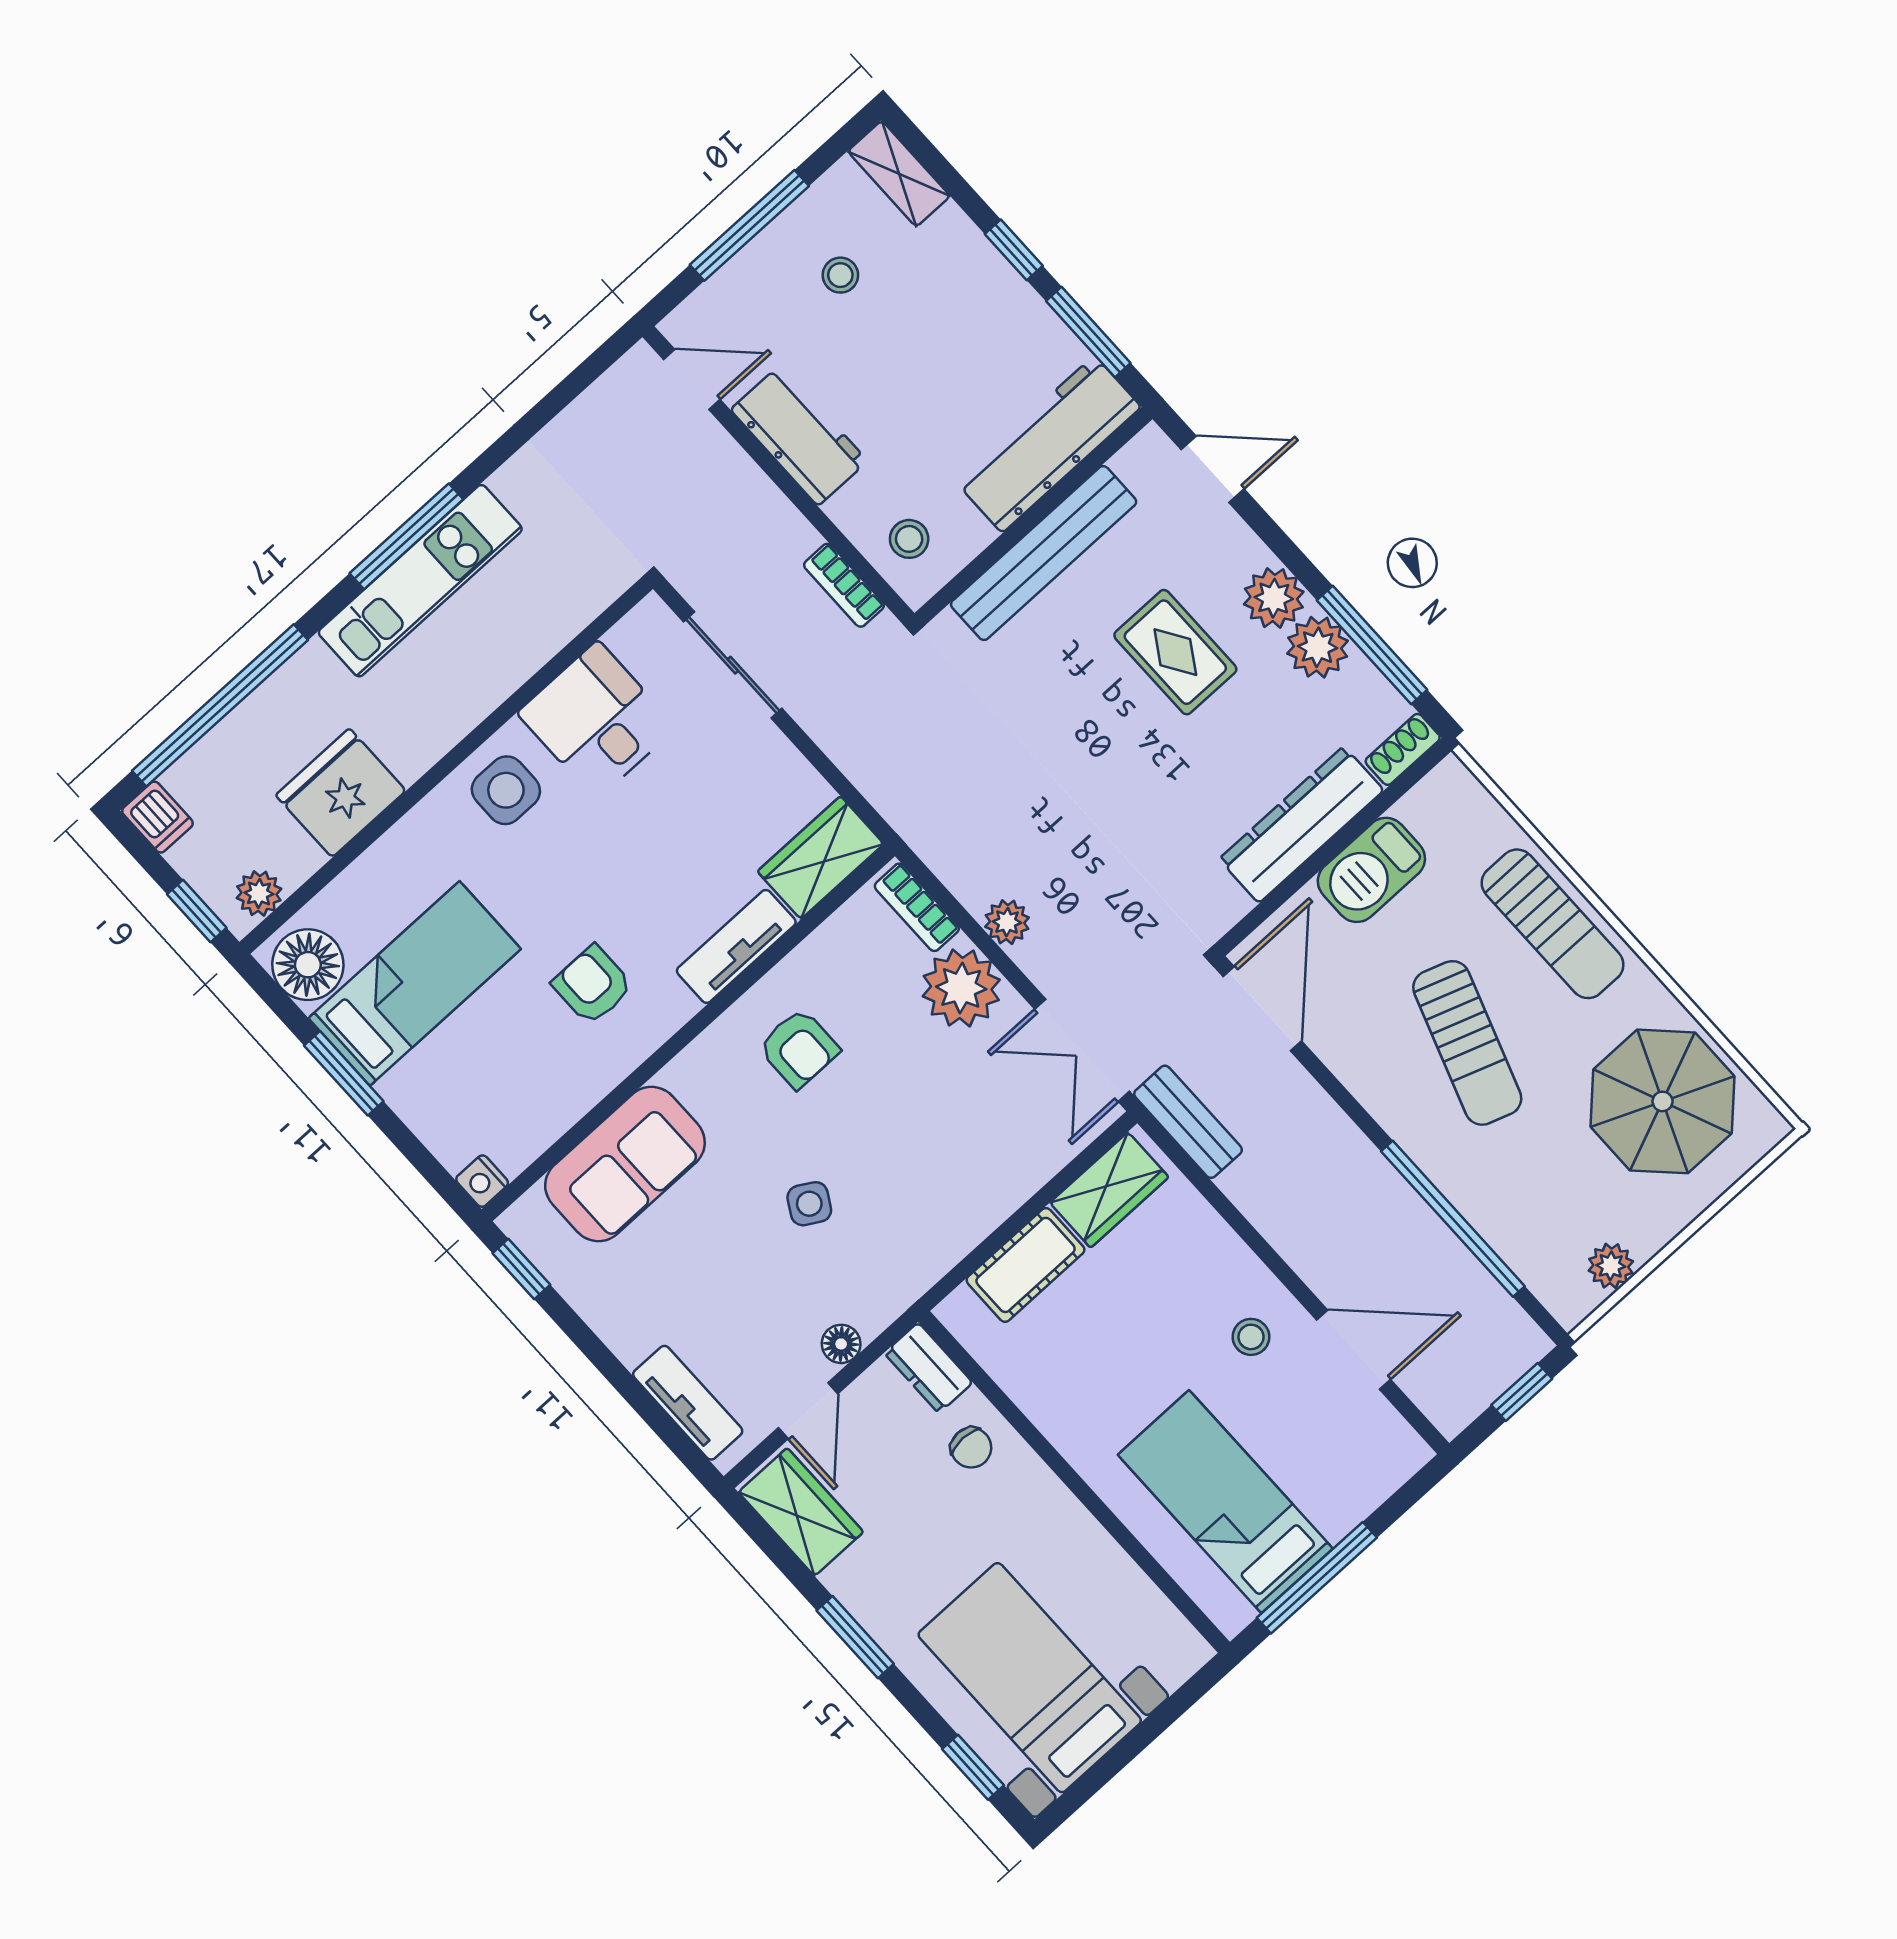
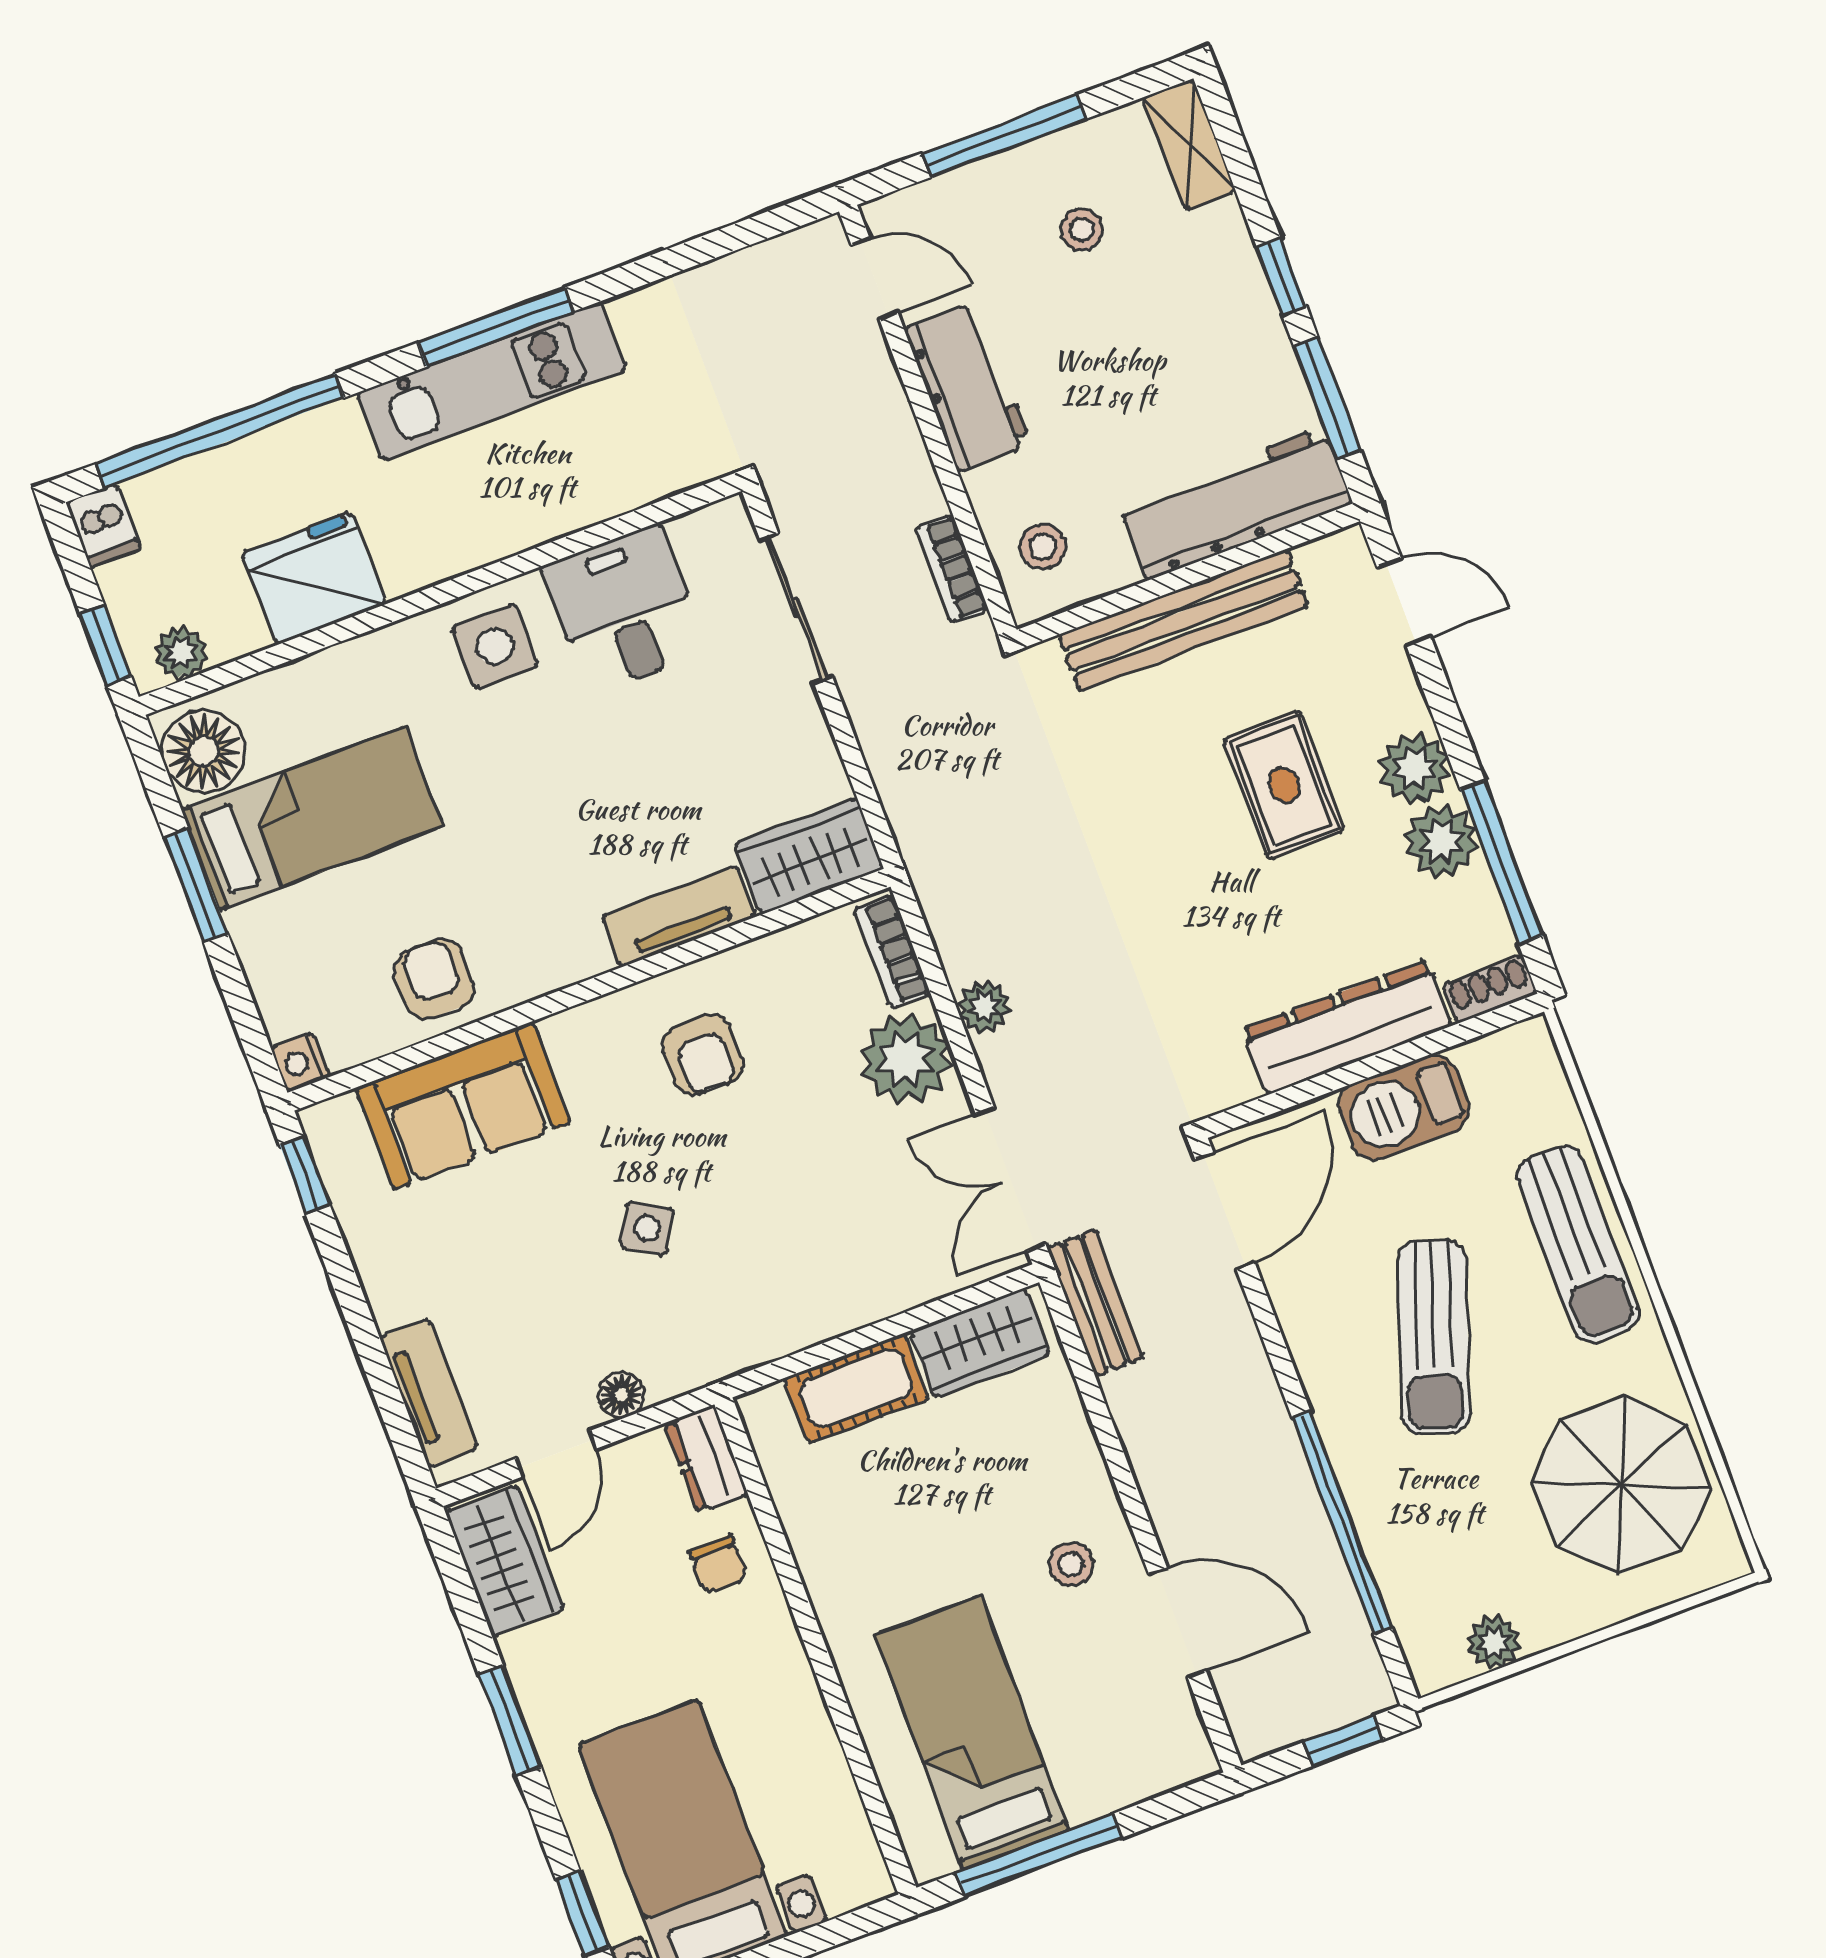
armchair: (592, 985) -> (434, 979), moved

